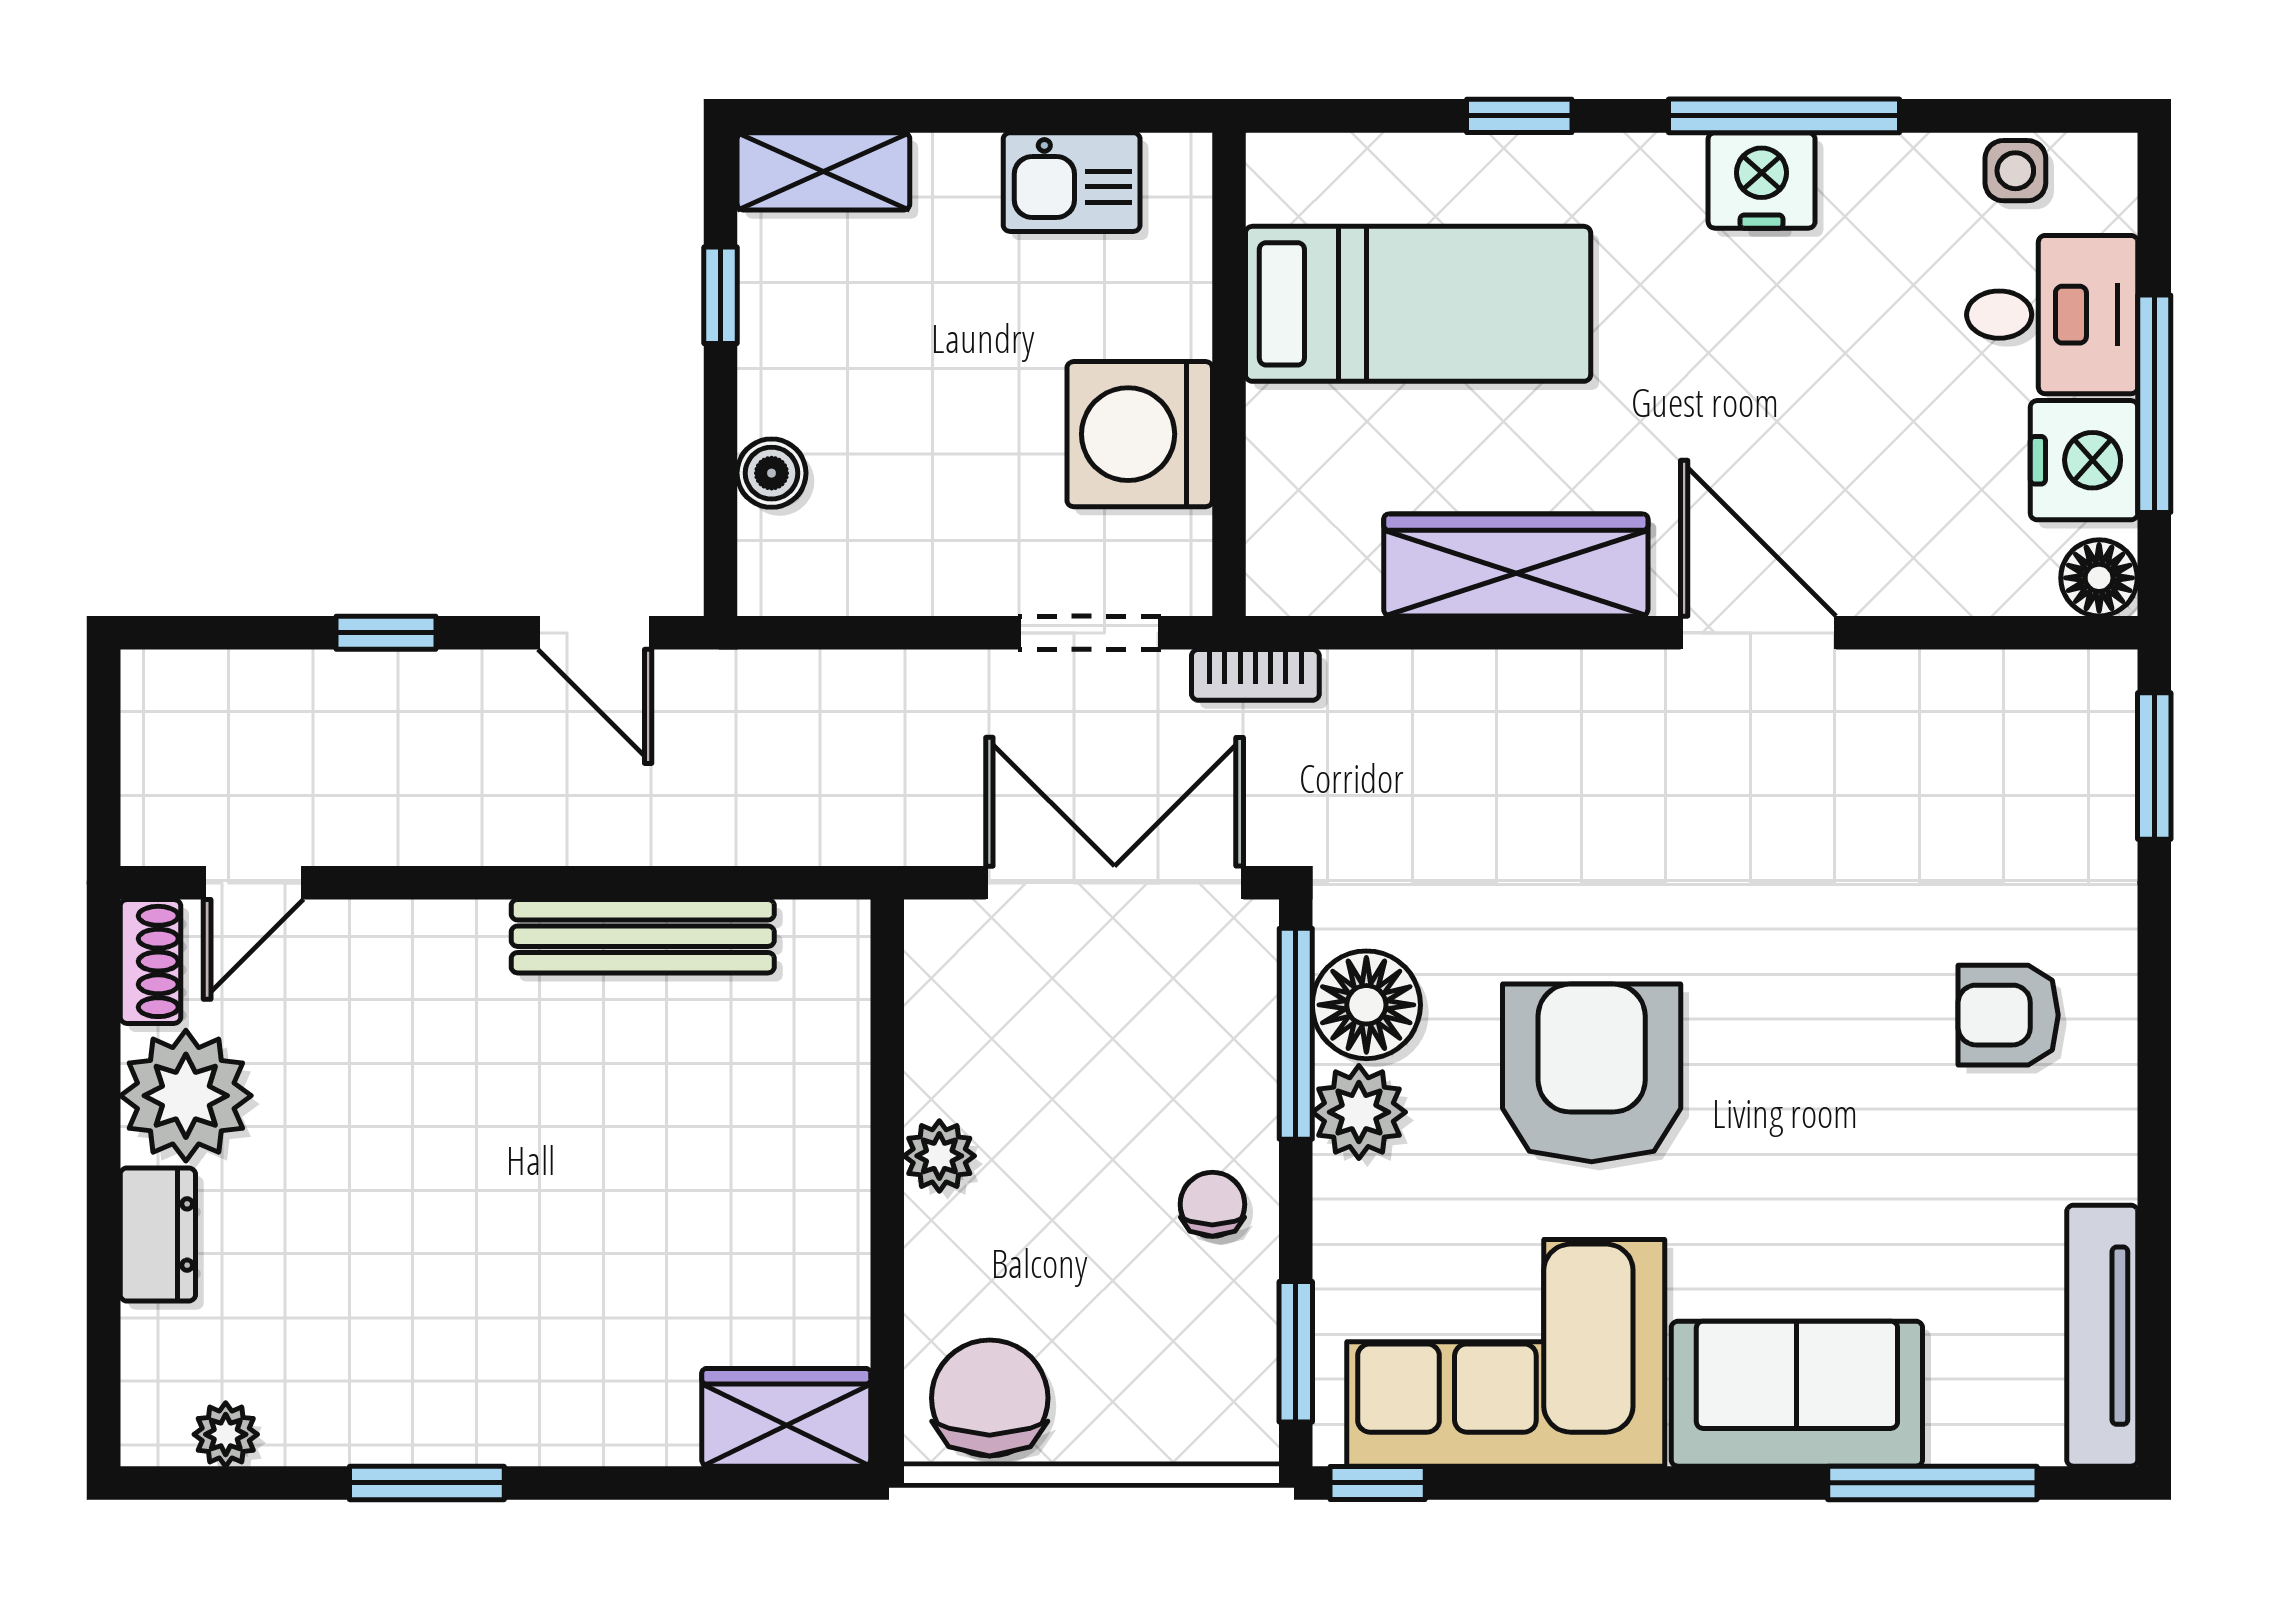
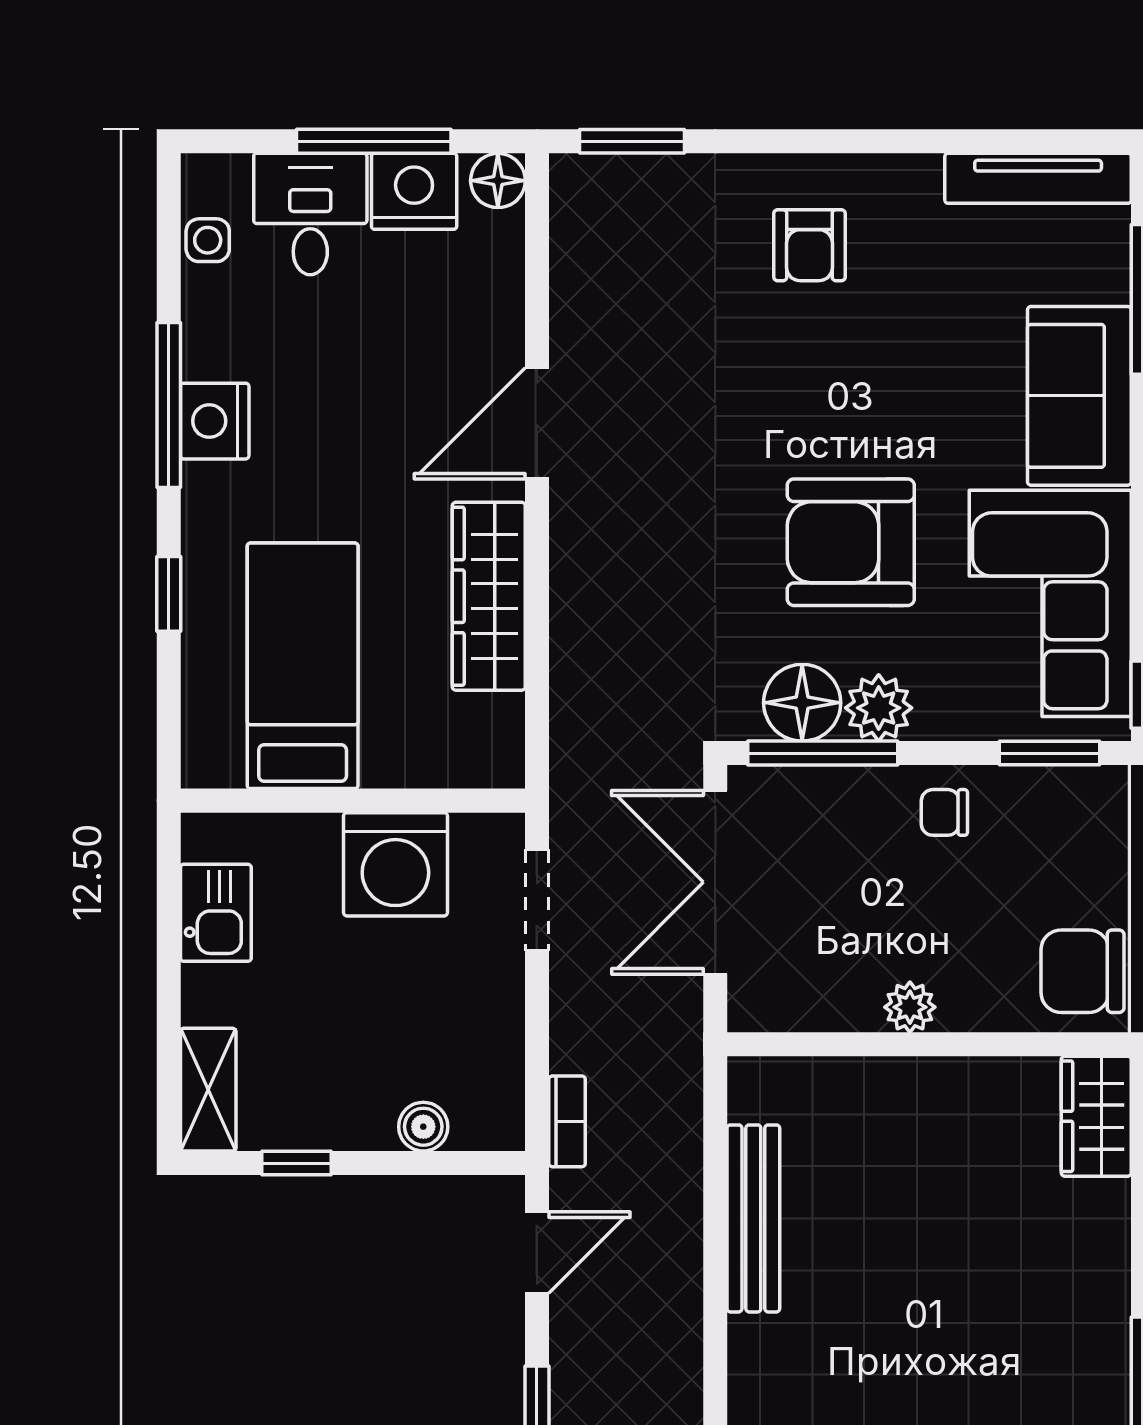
bookcase: (1255, 675) -> (567, 1121), moved

